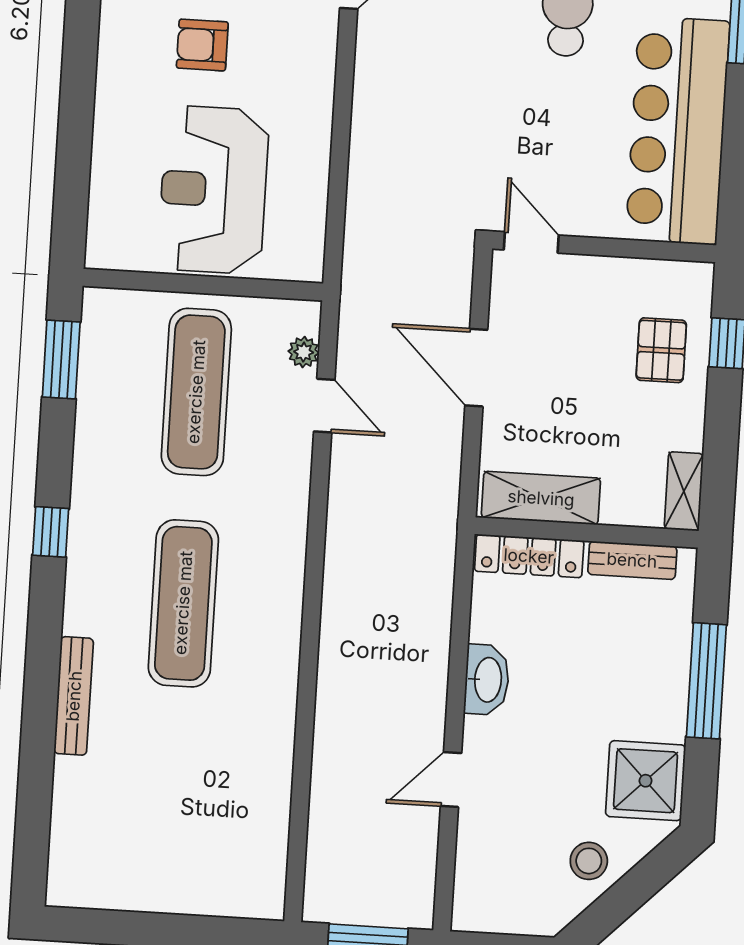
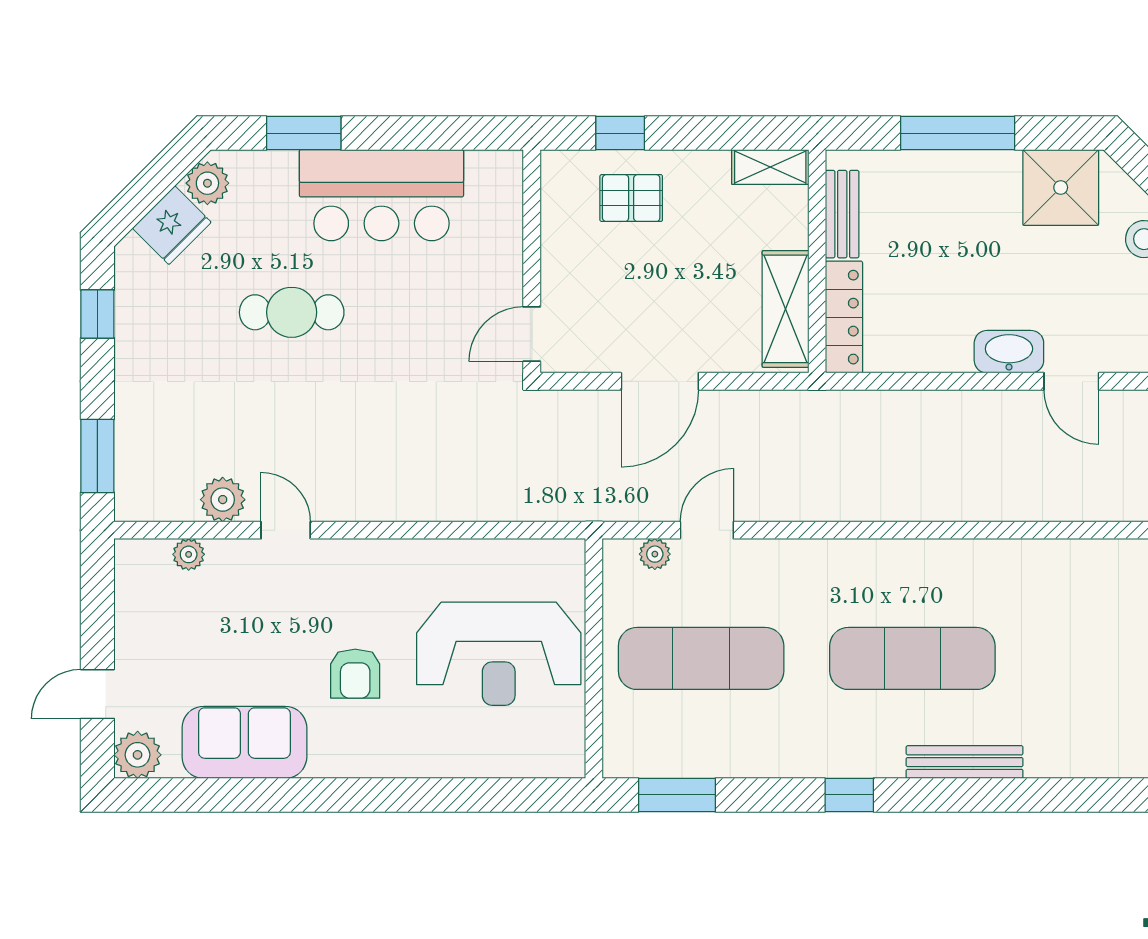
bar counter: (678, 130) -> (381, 195), width x0.73
washbasin: (487, 680) -> (1009, 352), moved
bench: (74, 696) -> (965, 762), moved

